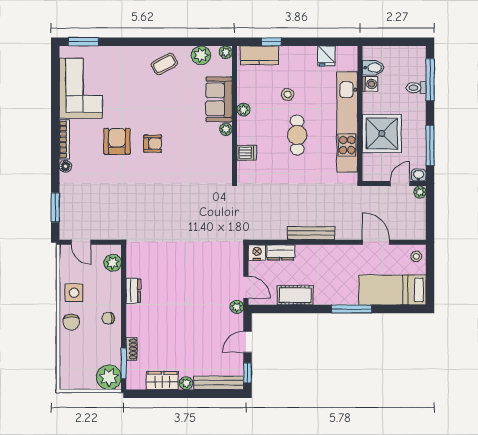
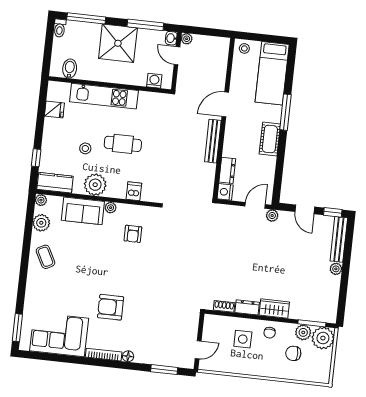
kitchen counter: (259, 55) -> (55, 183), moved, turned -90
washing machine: (370, 84) -> (154, 81), moved
toilet: (416, 88) -> (60, 28), moved
plant: (243, 110) -> (95, 185), width x1.88, depth x1.88
kitchen unit: (347, 122) -> (104, 96), width x0.73
shower: (382, 134) -> (118, 43), moved
armchair: (153, 144) -> (133, 234), moved, turned 180
door: (376, 242) -> (225, 104), moved
plant: (113, 263) -> (303, 332), moved
side table: (74, 293) -> (243, 339), moved
cot: (295, 295) -> (270, 139), moved
chair: (71, 322) -> (293, 353), moved, turned 180
shoe rack: (132, 349) -> (224, 306), moved
wardrobe: (162, 381) -> (274, 309), moved, turned 90

